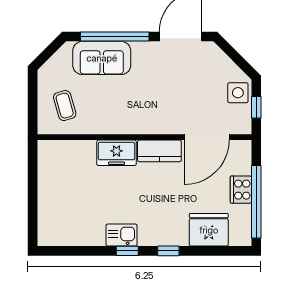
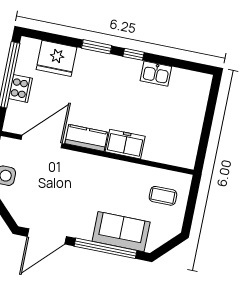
coffee table: (65, 106) -> (163, 196), turned -74
kitchen sink: (122, 235) -> (156, 74), moved
window: (168, 251) -> (97, 47), width x1.50

